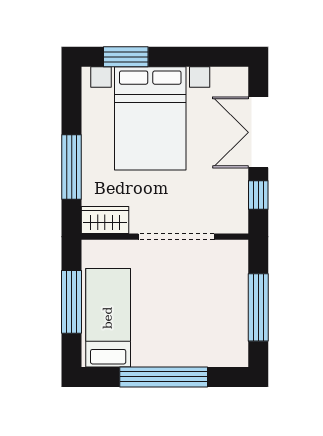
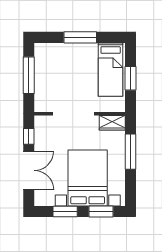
window: (192, 57) -> (65, 212), added
window: (72, 302) -> (130, 78), width x0.69
window: (164, 377) -> (80, 37), width x0.68

